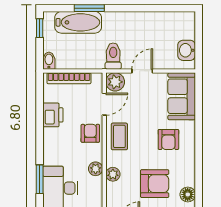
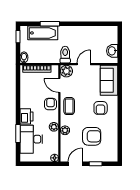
door: (104, 104) -> (59, 85), swing flipped
printer: (53, 115) -> (27, 116), moved
floor lamp: (188, 194) -> (113, 143), removed

